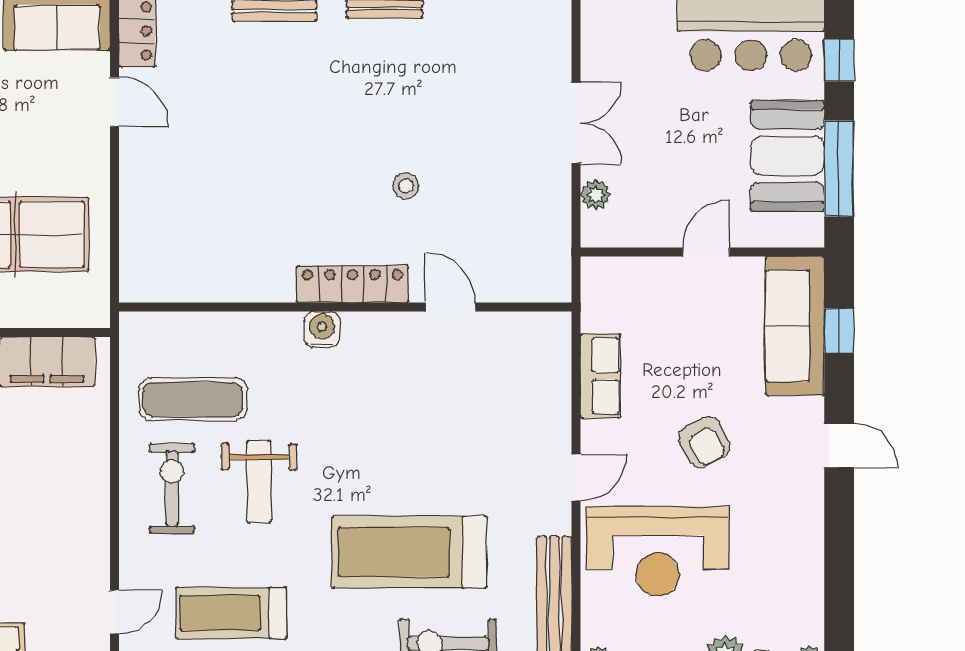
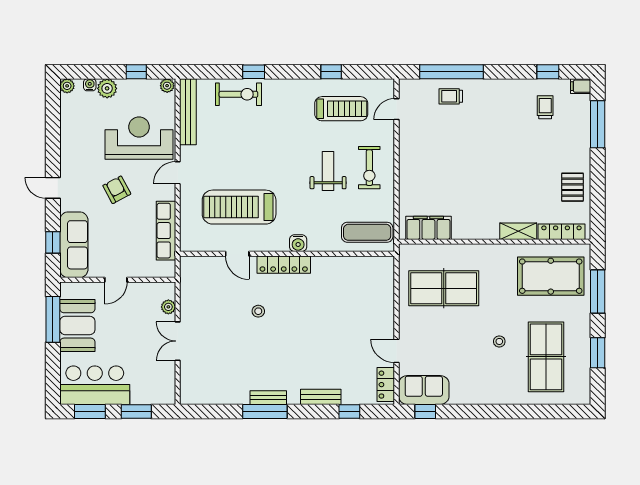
window: (839, 60) -> (53, 371), removed
row of seats: (601, 376) -> (166, 231), width x1.48
exercise mat: (193, 399) -> (367, 232), moved
treadmill: (409, 552) -> (239, 207), moved, turned 180

